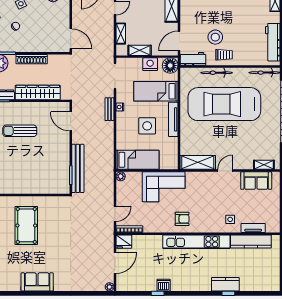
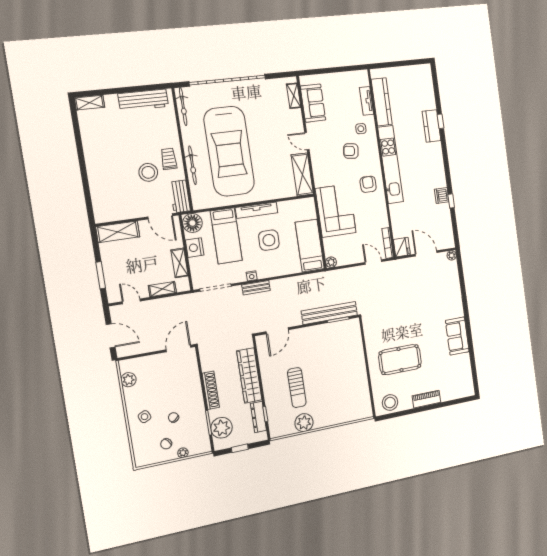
armchair: (212, 208) -> (351, 151), added

